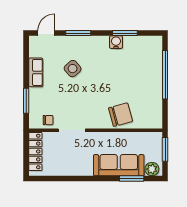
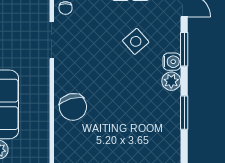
water cooler: (116, 42) -> (172, 62), moved
plant: (102, 43) -> (171, 81), added

